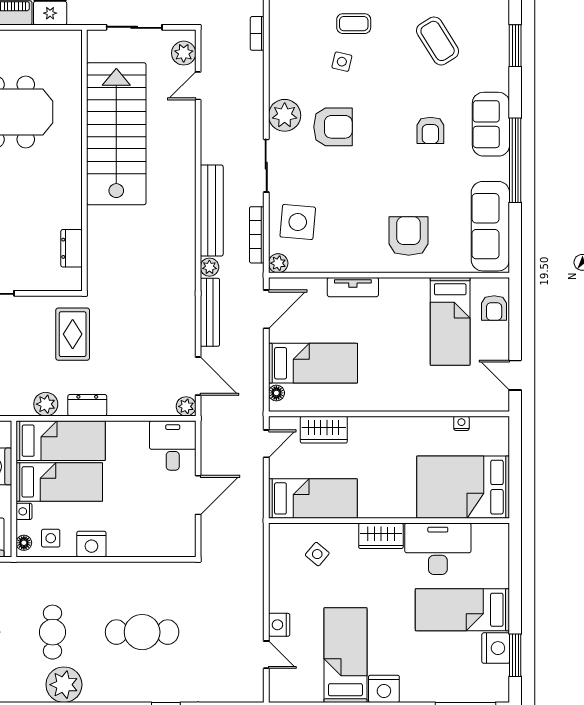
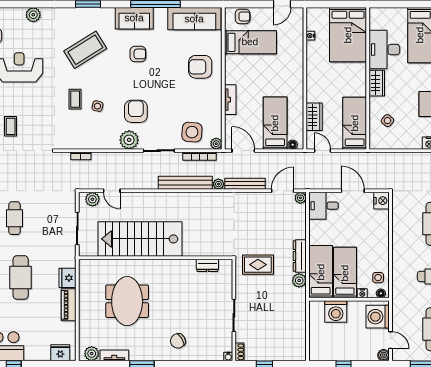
coffee table: (438, 41) -> (85, 50), width x1.36, depth x1.32
dresser: (87, 405) -> (300, 256), width x1.44
nightstand: (91, 544) -> (382, 201), moved

